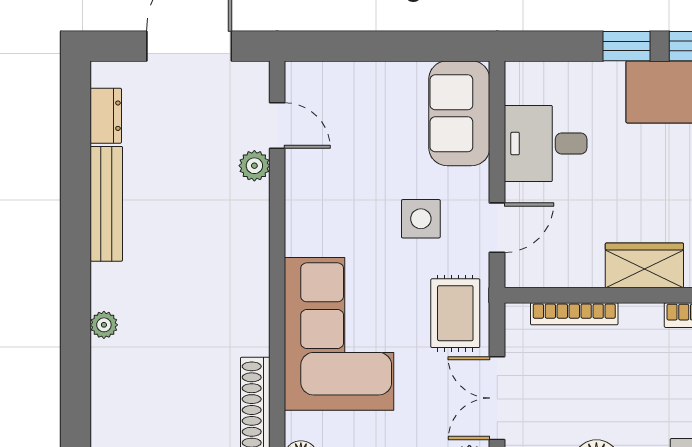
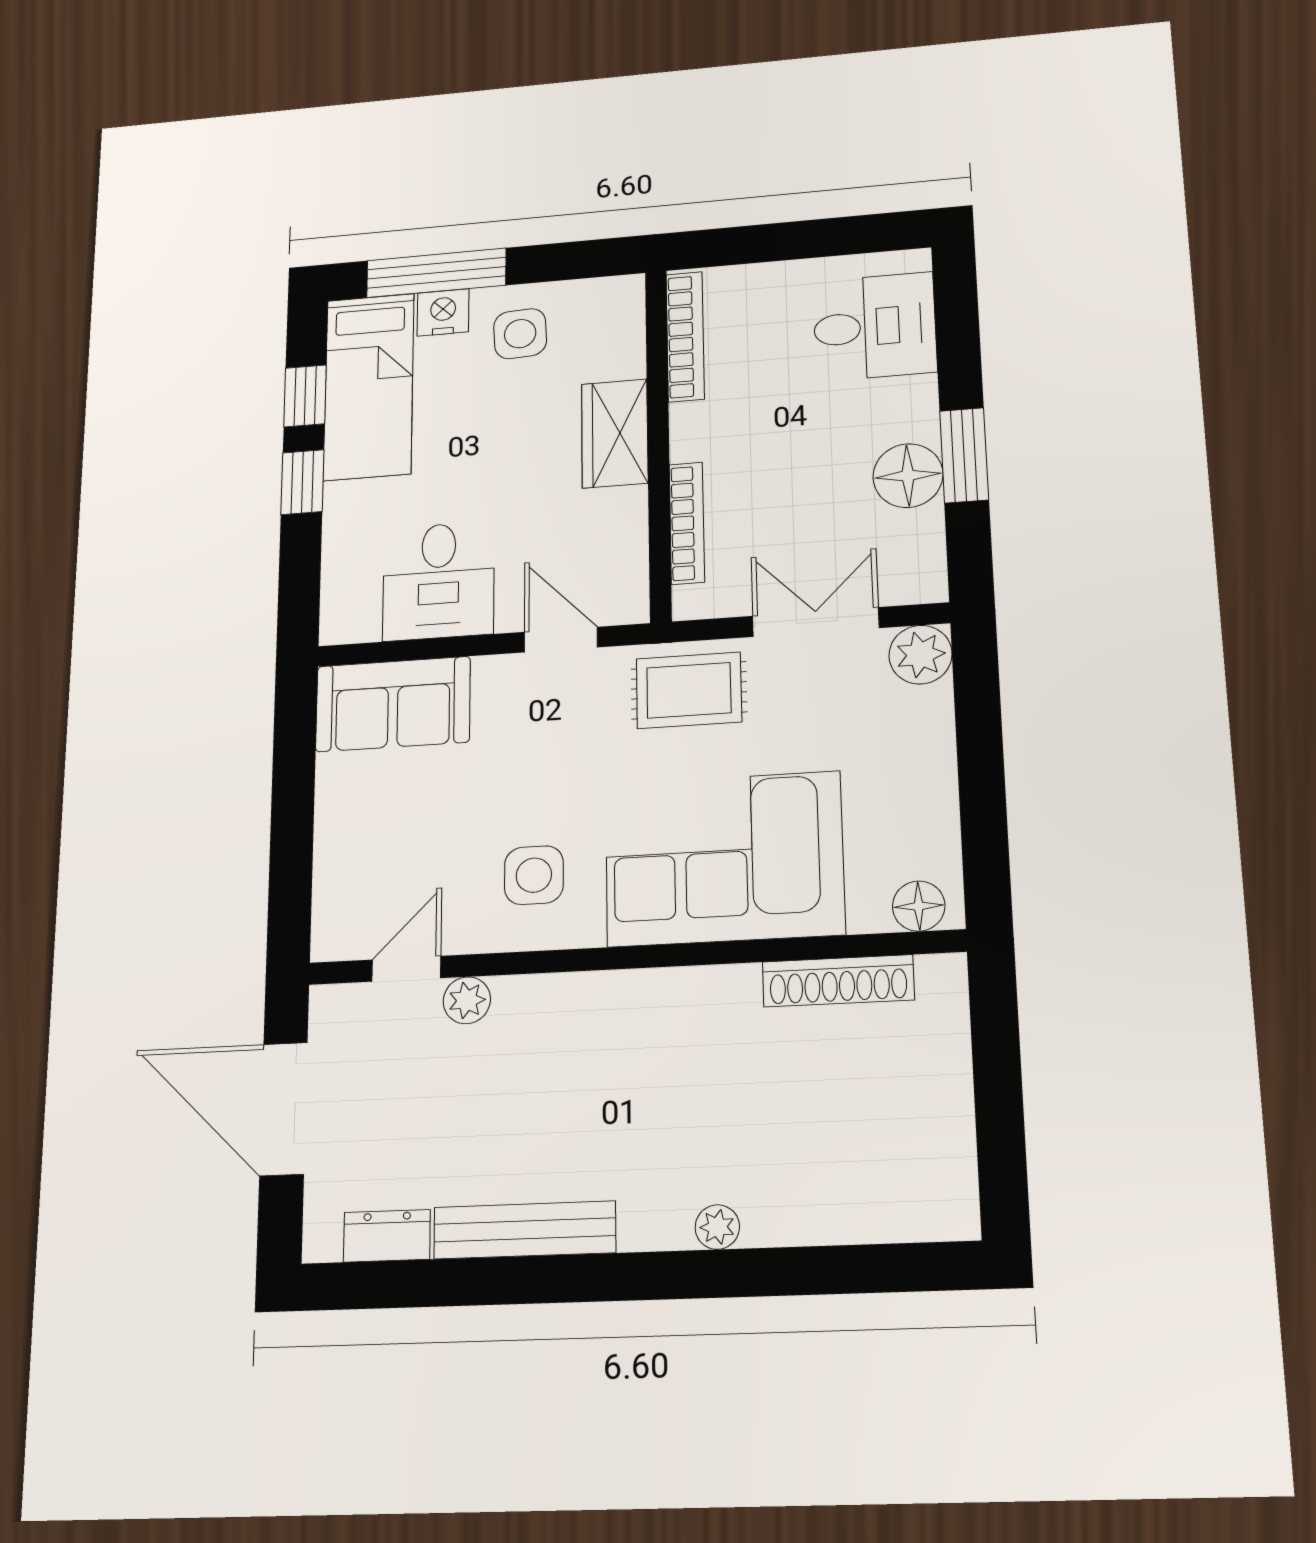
side table: (421, 219) -> (534, 875), moved
double door: (497, 398) -> (816, 622), swing flipped

